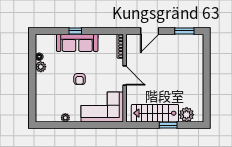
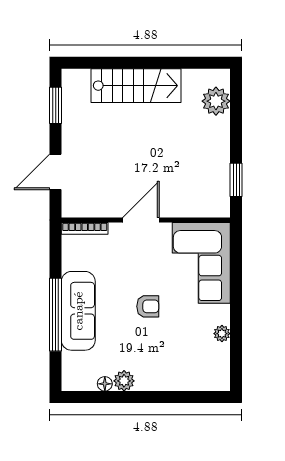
window: (75, 31) -> (56, 315), width x3.17
door: (150, 31) -> (56, 172), swing flipped
stairs: (155, 113) -> (136, 86), moved, turned -90
window: (168, 125) -> (236, 180), moved

